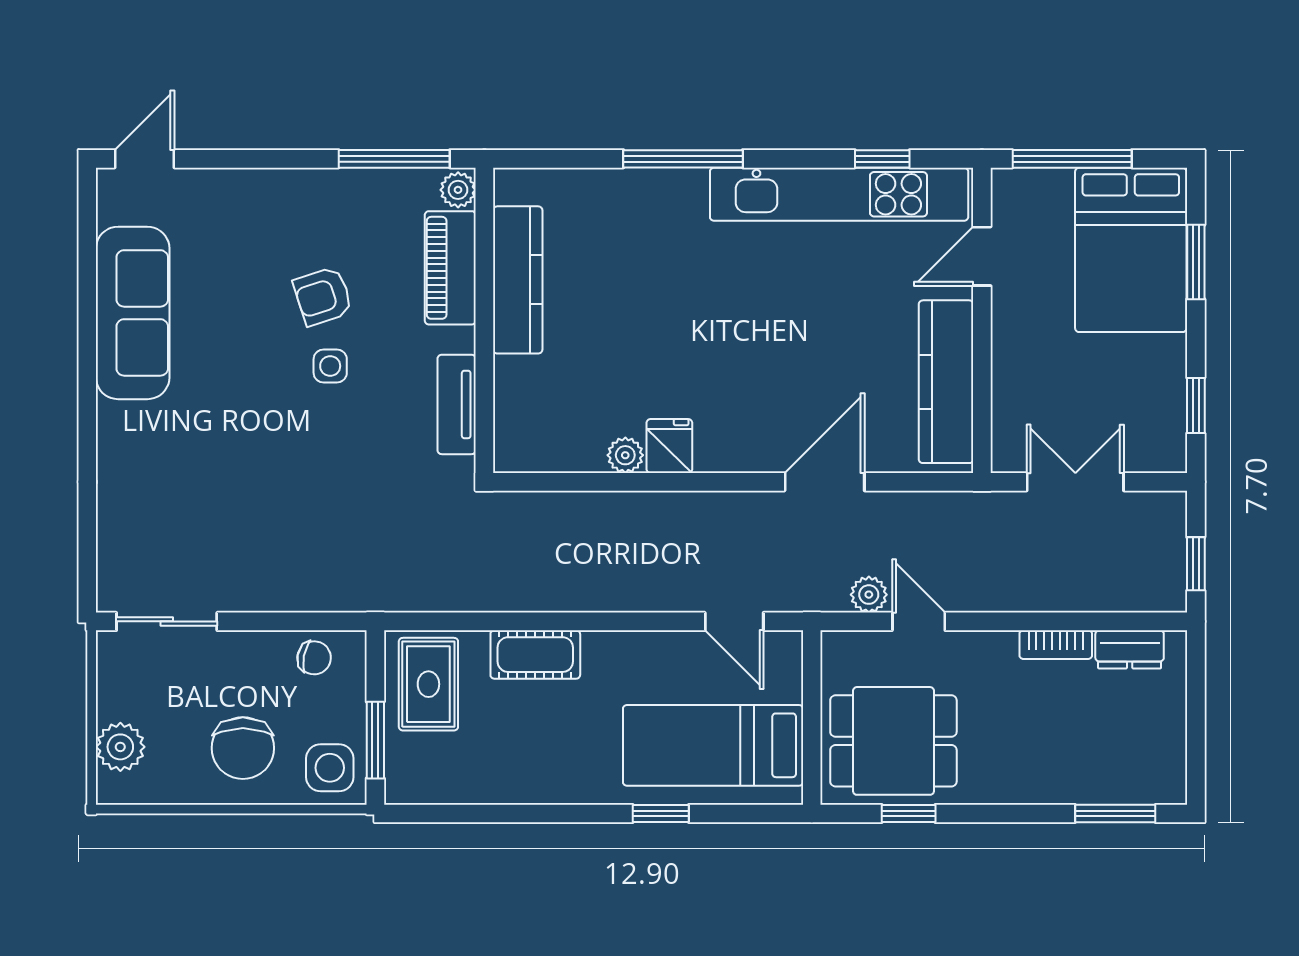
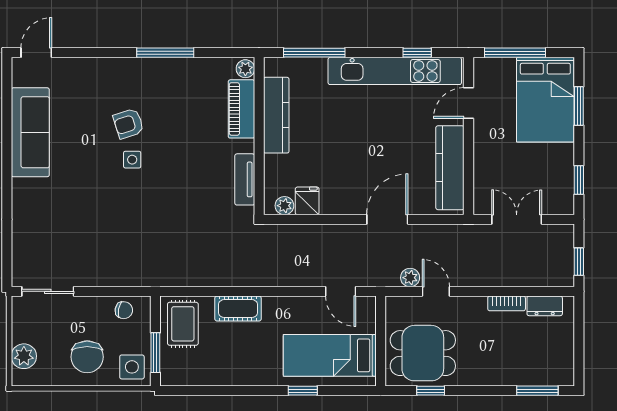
plant: (458, 190) -> (245, 69), moved
piano: (450, 268) -> (241, 109), moved
kitchen counter: (518, 280) -> (276, 115), moved
wall: (484, 320) -> (259, 136), moved
tv unit: (457, 404) -> (245, 179), moved

